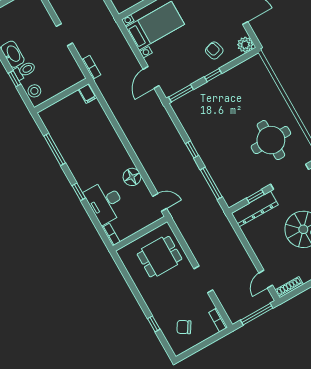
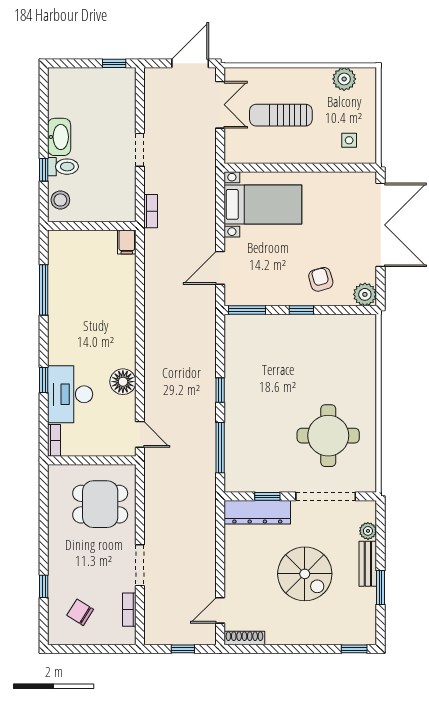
window: (79, 192) -> (44, 380), moved
window: (257, 314) -> (183, 649), width x0.46
bookcase: (218, 320) -> (129, 610), moved

